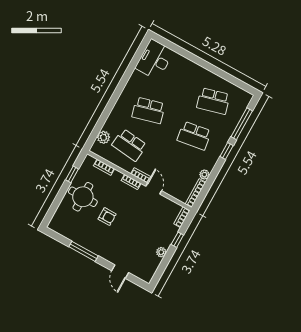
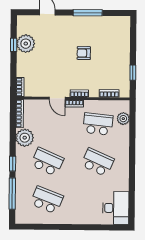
school desk: (213, 101) -> (47, 200), turned 36
school desk: (148, 110) -> (98, 162), turned 39
school desk: (194, 136) -> (47, 162), turned 33
plant: (204, 175) -> (25, 138), width x1.87, depth x1.87
round table: (83, 197) -> (113, 59), removed
window: (177, 240) -> (14, 45), moved
plant: (161, 252) -> (26, 44), width x1.87, depth x1.87

